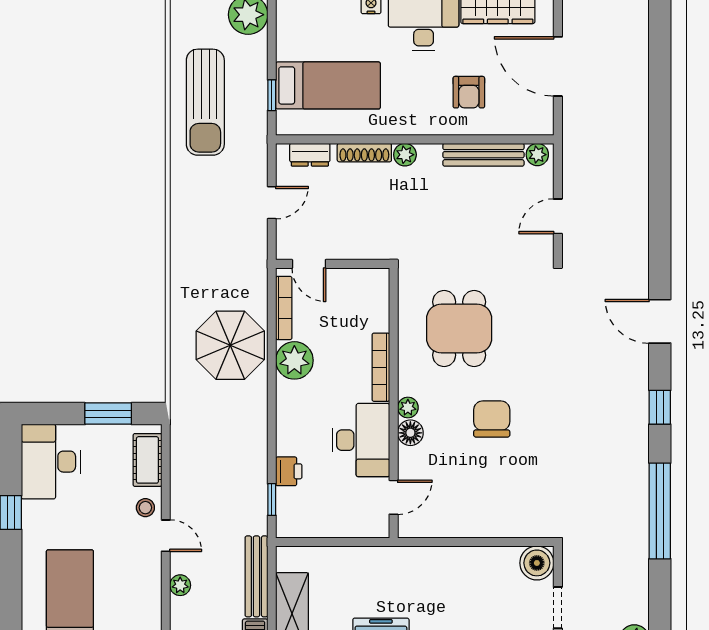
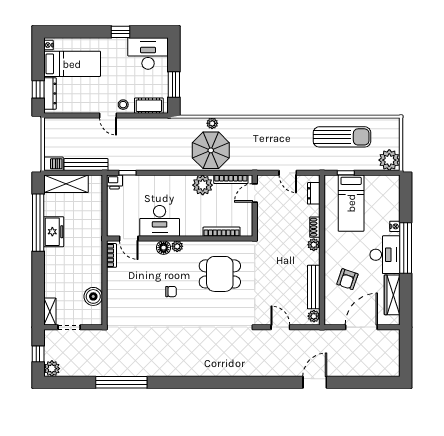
armchair: (469, 92) -> (347, 279), turned -71
sun lounger: (205, 102) -> (342, 137), turned 180
shoe rack: (364, 153) -> (315, 227), width x0.70
door: (660, 321) -> (315, 382), moved
bookcase: (381, 367) -> (222, 232), moved
window: (660, 407) -> (177, 382), removed
chair: (492, 419) -> (171, 292), width x0.54, depth x0.54
printer: (289, 471) -> (114, 182), moved
bookcase: (425, 529) -> (112, 255), added
door: (166, 536) -> (108, 116), hinge flipped
boiler: (537, 563) -> (93, 296), moved
plant: (180, 585) -> (212, 123), moved

